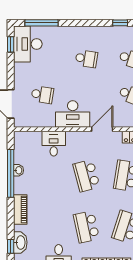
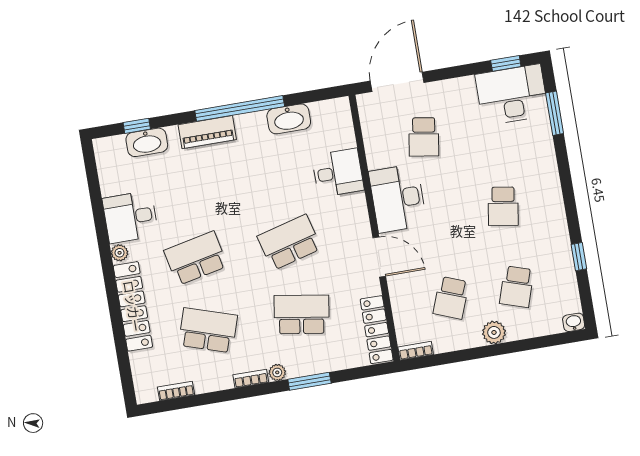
window: (42, 23) -> (555, 113), width x0.69
washbasin: (18, 170) -> (289, 119), width x1.91, depth x1.45
window: (11, 173) -> (240, 108), moved

